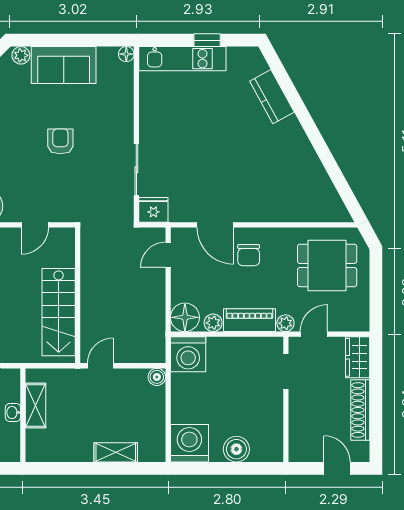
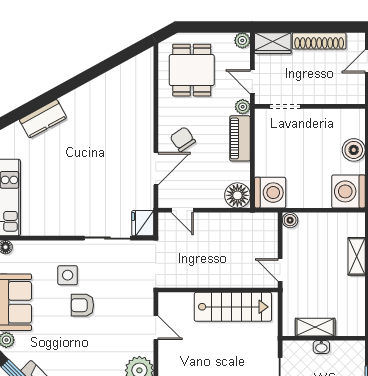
side table: (94, 125) -> (68, 275), added
chair: (249, 255) -> (183, 139), turned -124
plant: (213, 323) -> (242, 40), moved

